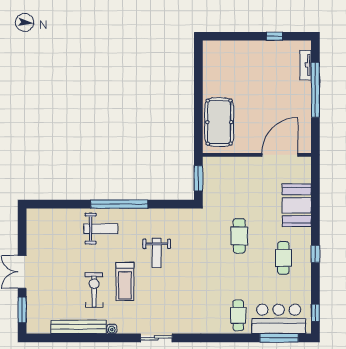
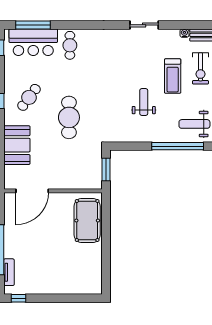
window: (274, 36) -> (19, 298), moved
cafe table: (239, 236) -> (69, 117), width x1.37, depth x1.35
cafe table: (283, 258) -> (29, 97), turned 37
treadmill: (125, 281) -> (173, 76), turned 180

